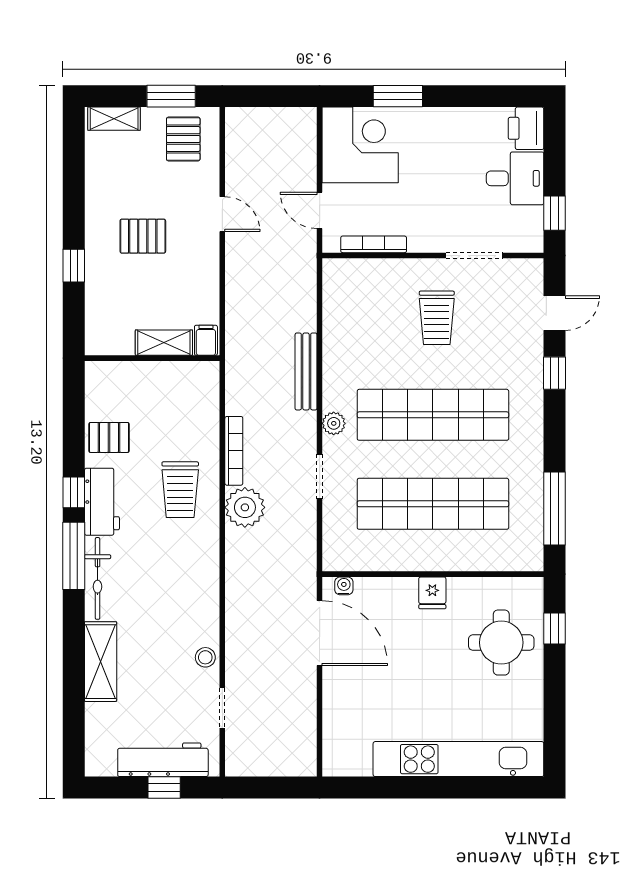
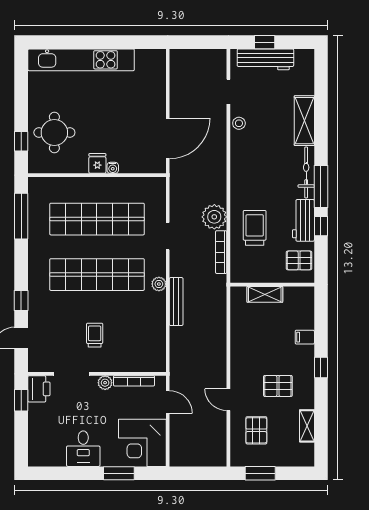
shelving: (114, 119) -> (307, 426), moved, turned 90
printer: (526, 128) -> (39, 389), moved
pallet: (183, 139) -> (256, 430), moved
desk: (515, 178) -> (83, 449), moved, turned -90
plant: (420, 241) -> (105, 383), added
trolley: (437, 318) -> (95, 335), width x0.73, depth x0.72
filing cabinet: (206, 340) -> (305, 337), moved, turned 90
shelving: (164, 343) -> (265, 294), moved
wall: (152, 358) -> (272, 285), moved
plant: (334, 423) -> (159, 284), moved
water cooler: (344, 586) -> (113, 168), moved
door: (320, 633) -> (168, 138), swing flipped

